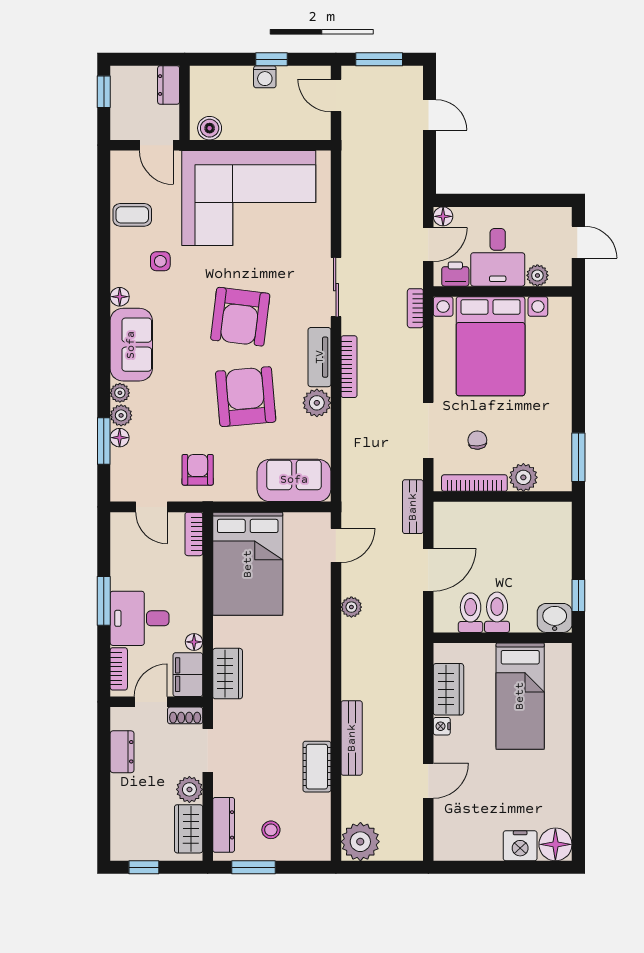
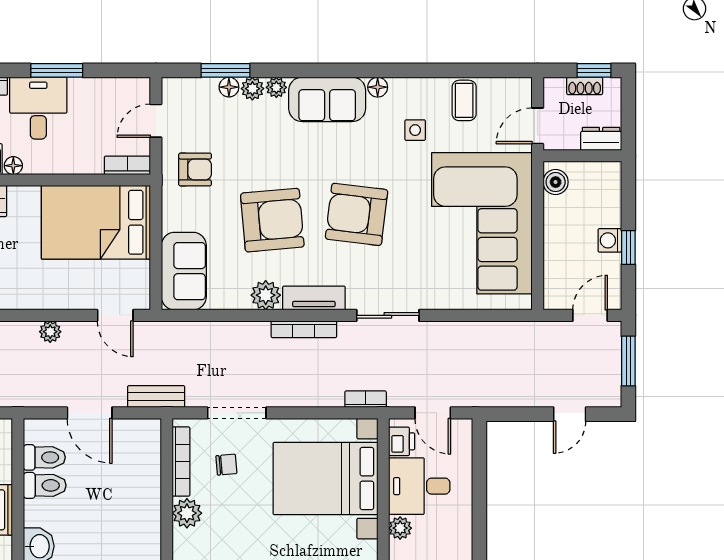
shoe rack: (118, 101) -> (585, 86), added
floor lamp: (443, 216) -> (462, 428), removed

